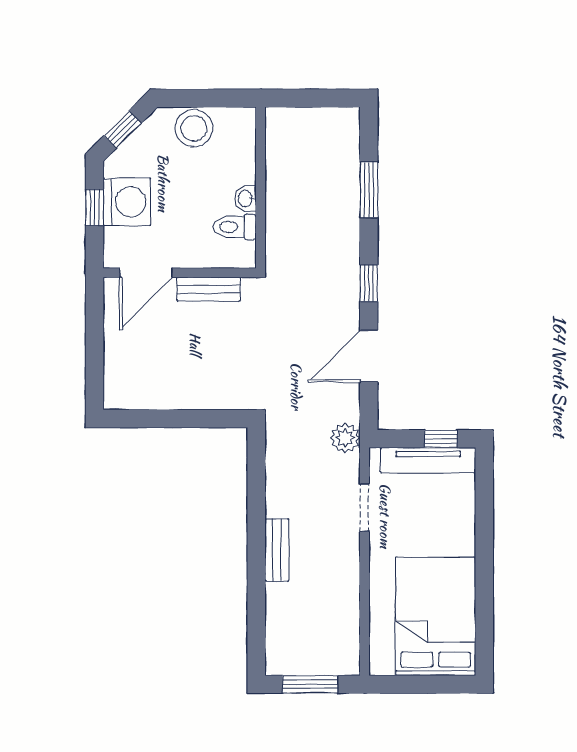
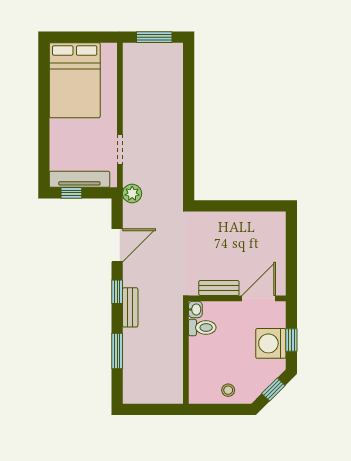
stool: (194, 128) -> (228, 390), width x0.53, depth x0.53
washbasin: (246, 199) -> (195, 309), moved
bench: (277, 550) -> (130, 307), moved

